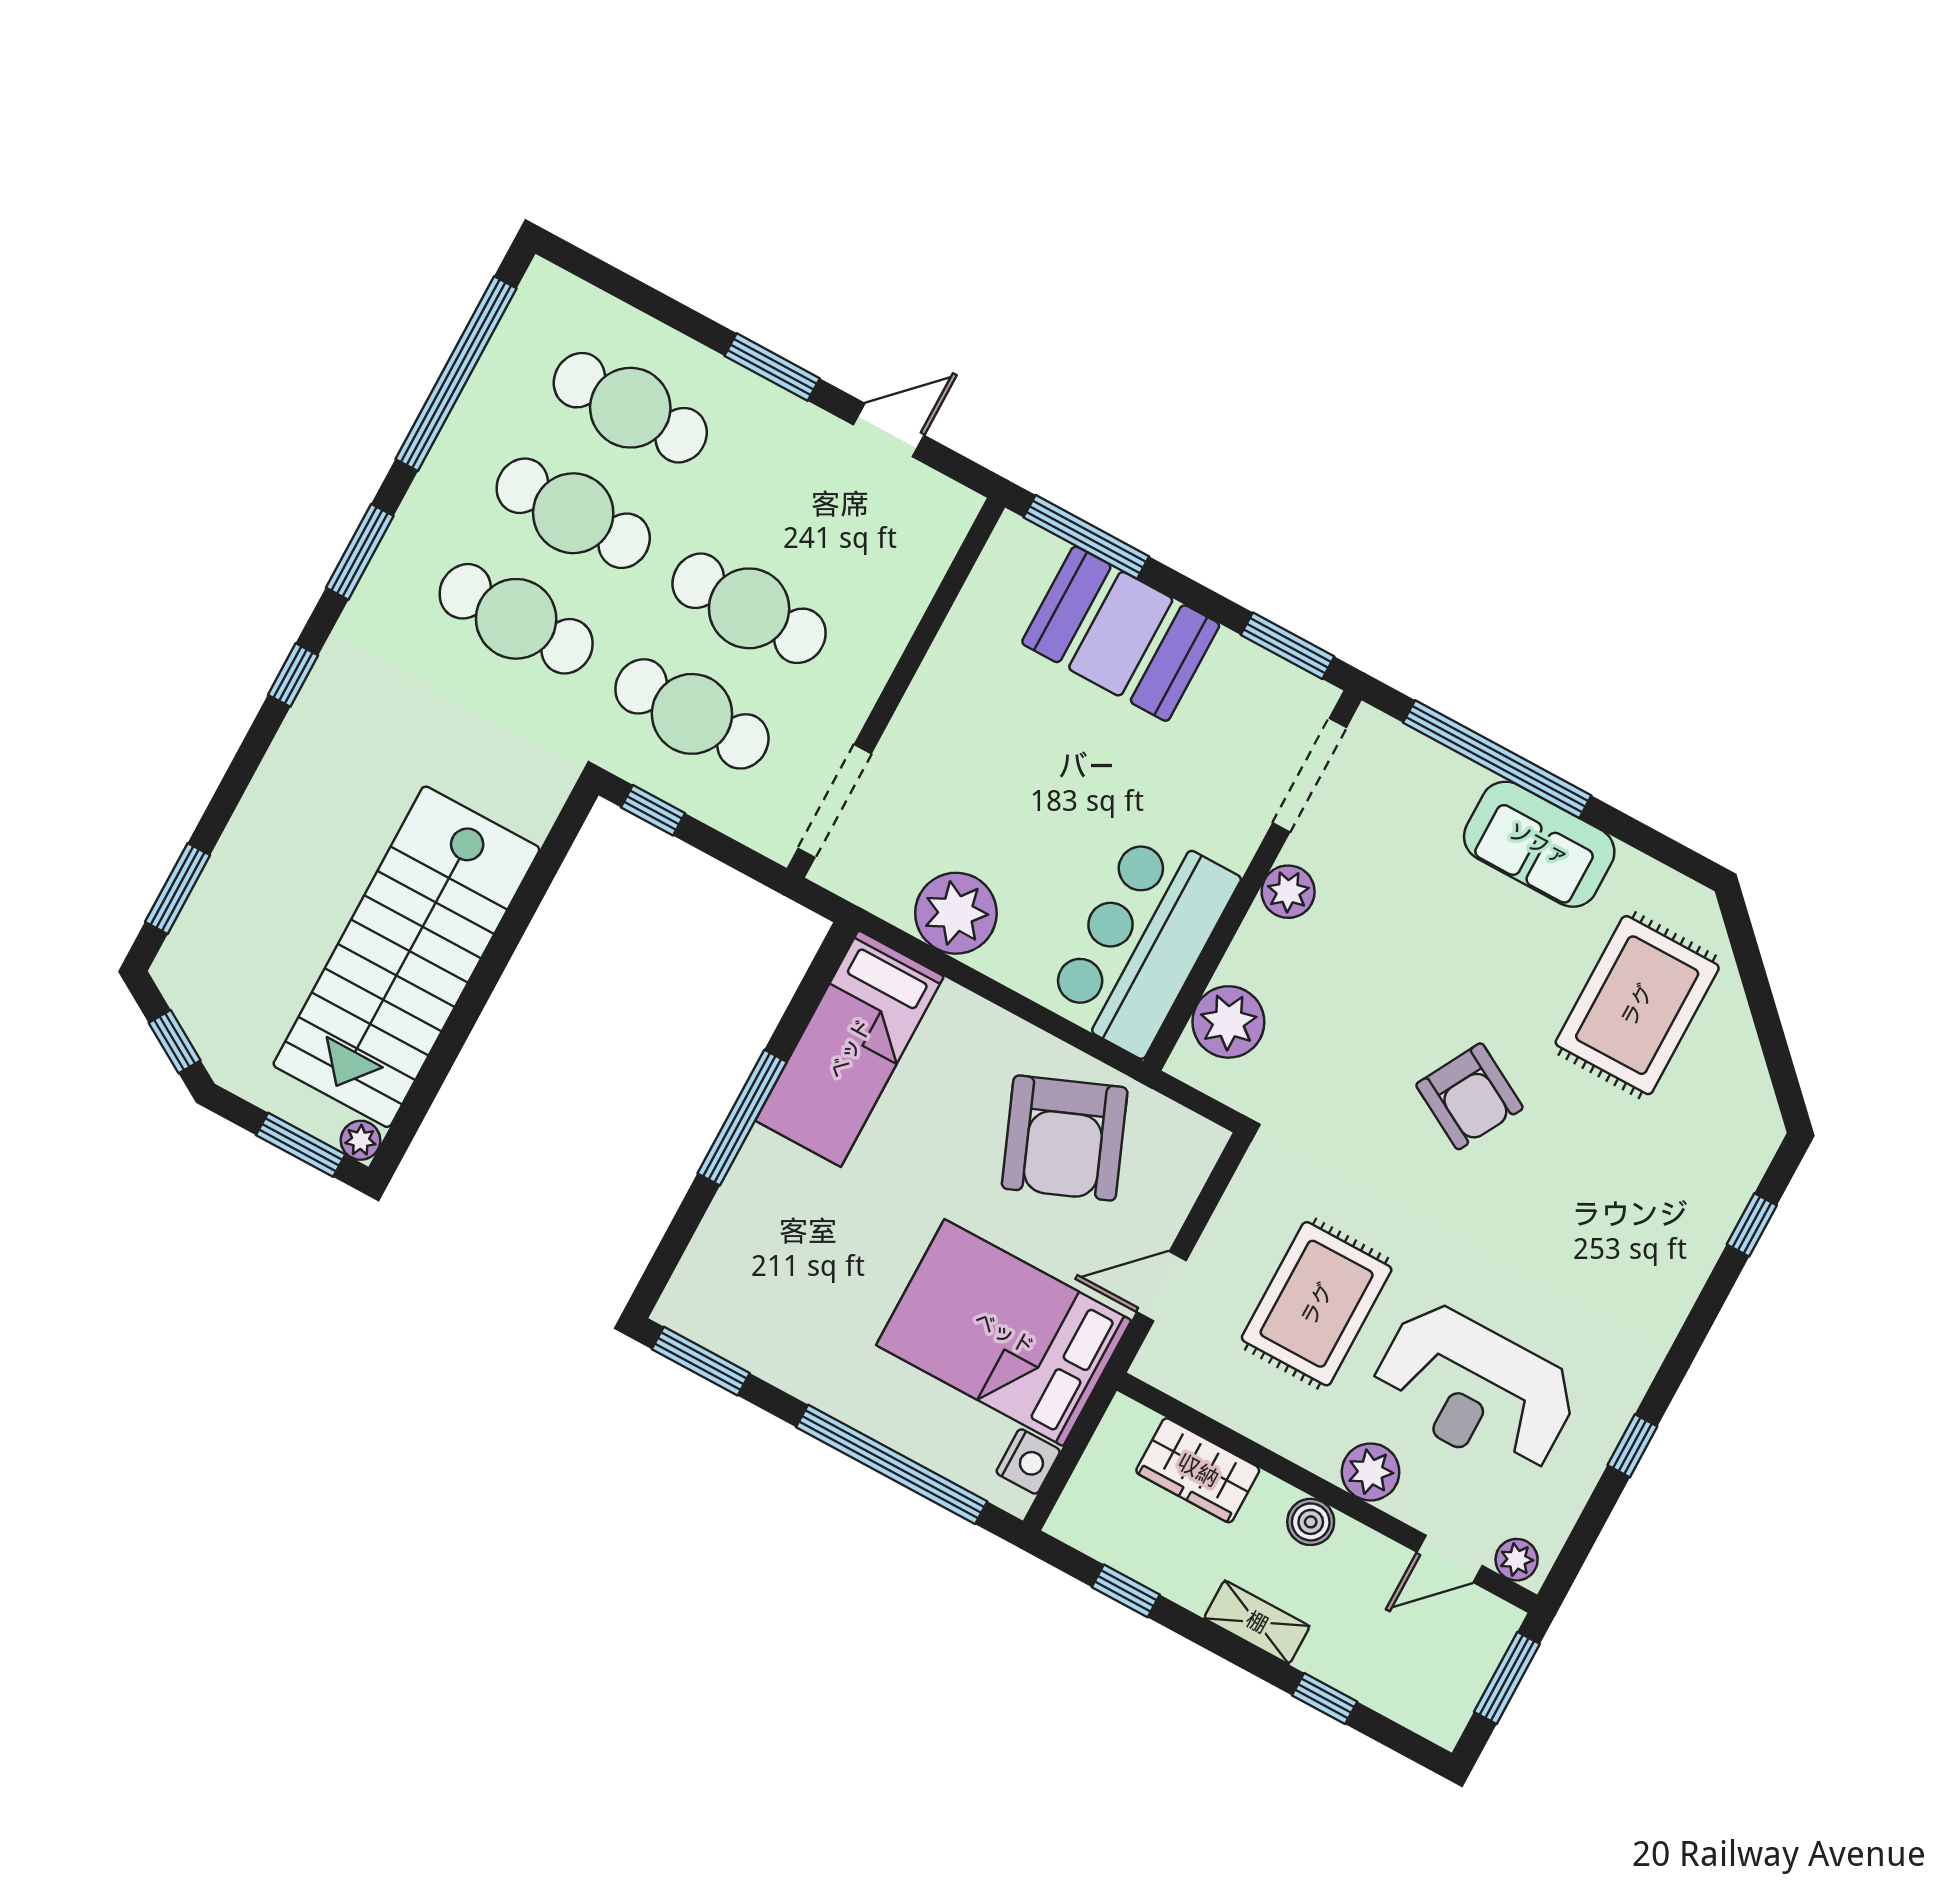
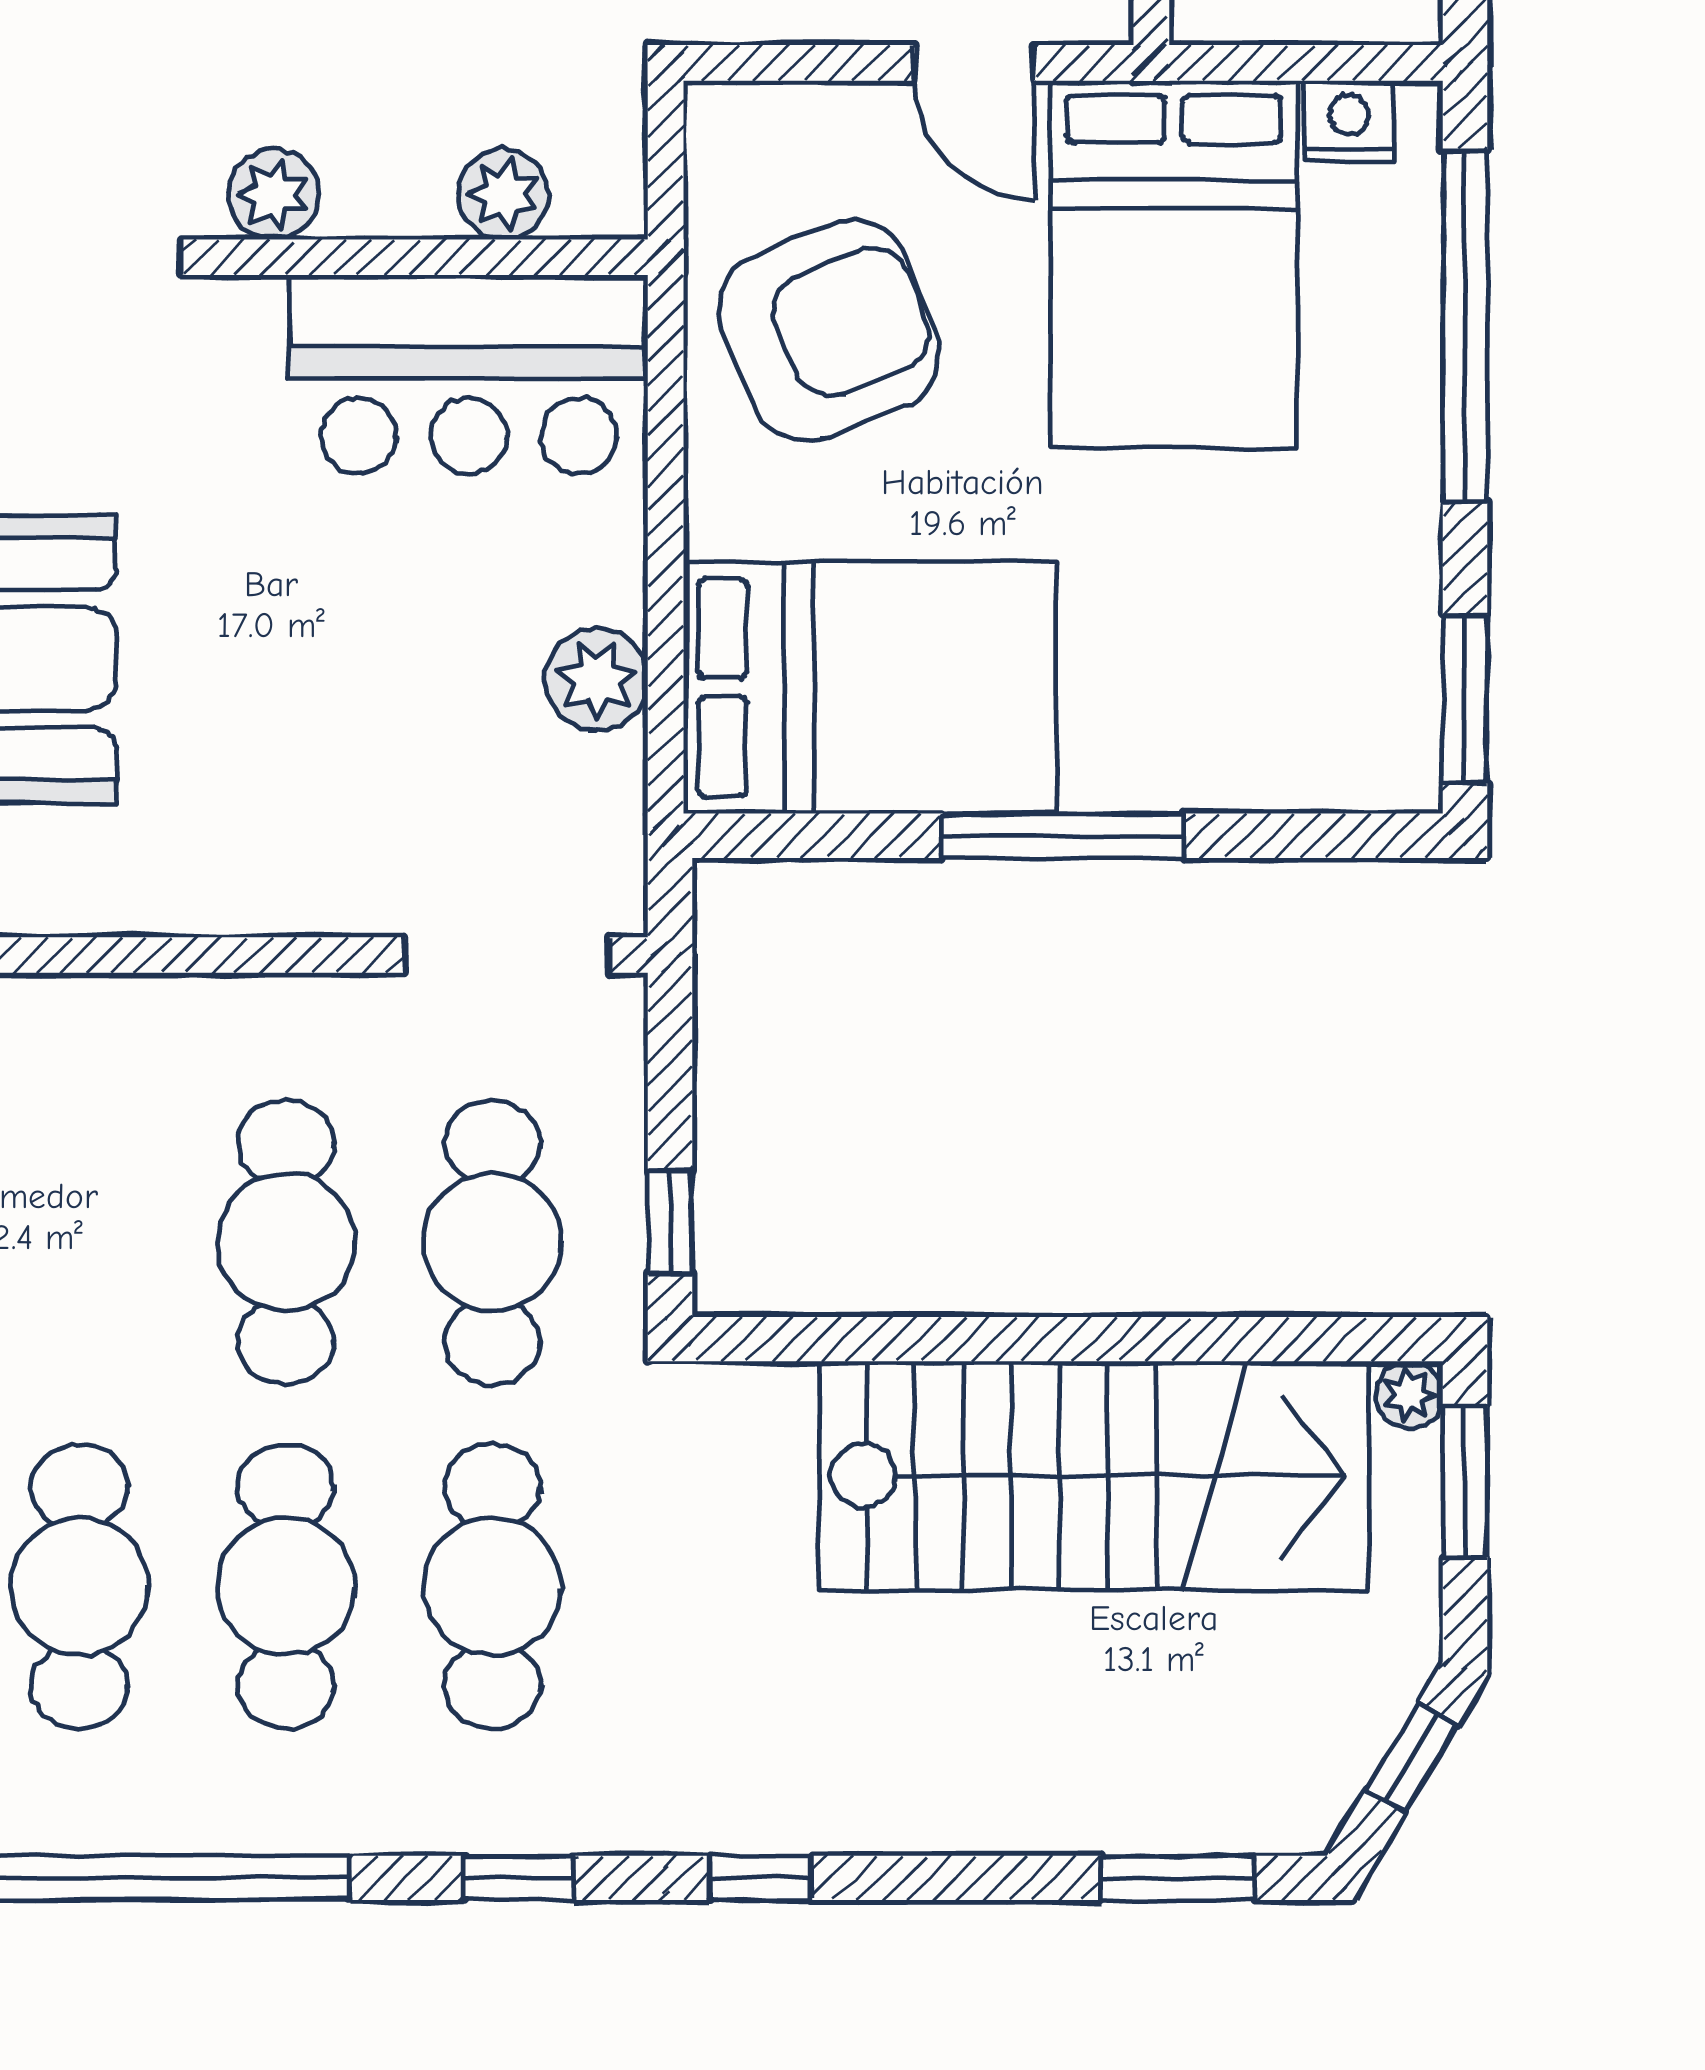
window: (360, 552) -> (519, 1878), width x0.67
plant: (956, 913) -> (597, 679), width x0.73, depth x0.73
plant: (1228, 1022) -> (503, 194), width x0.73, depth x0.73
bed: (850, 1049) -> (870, 688), width x1.50

